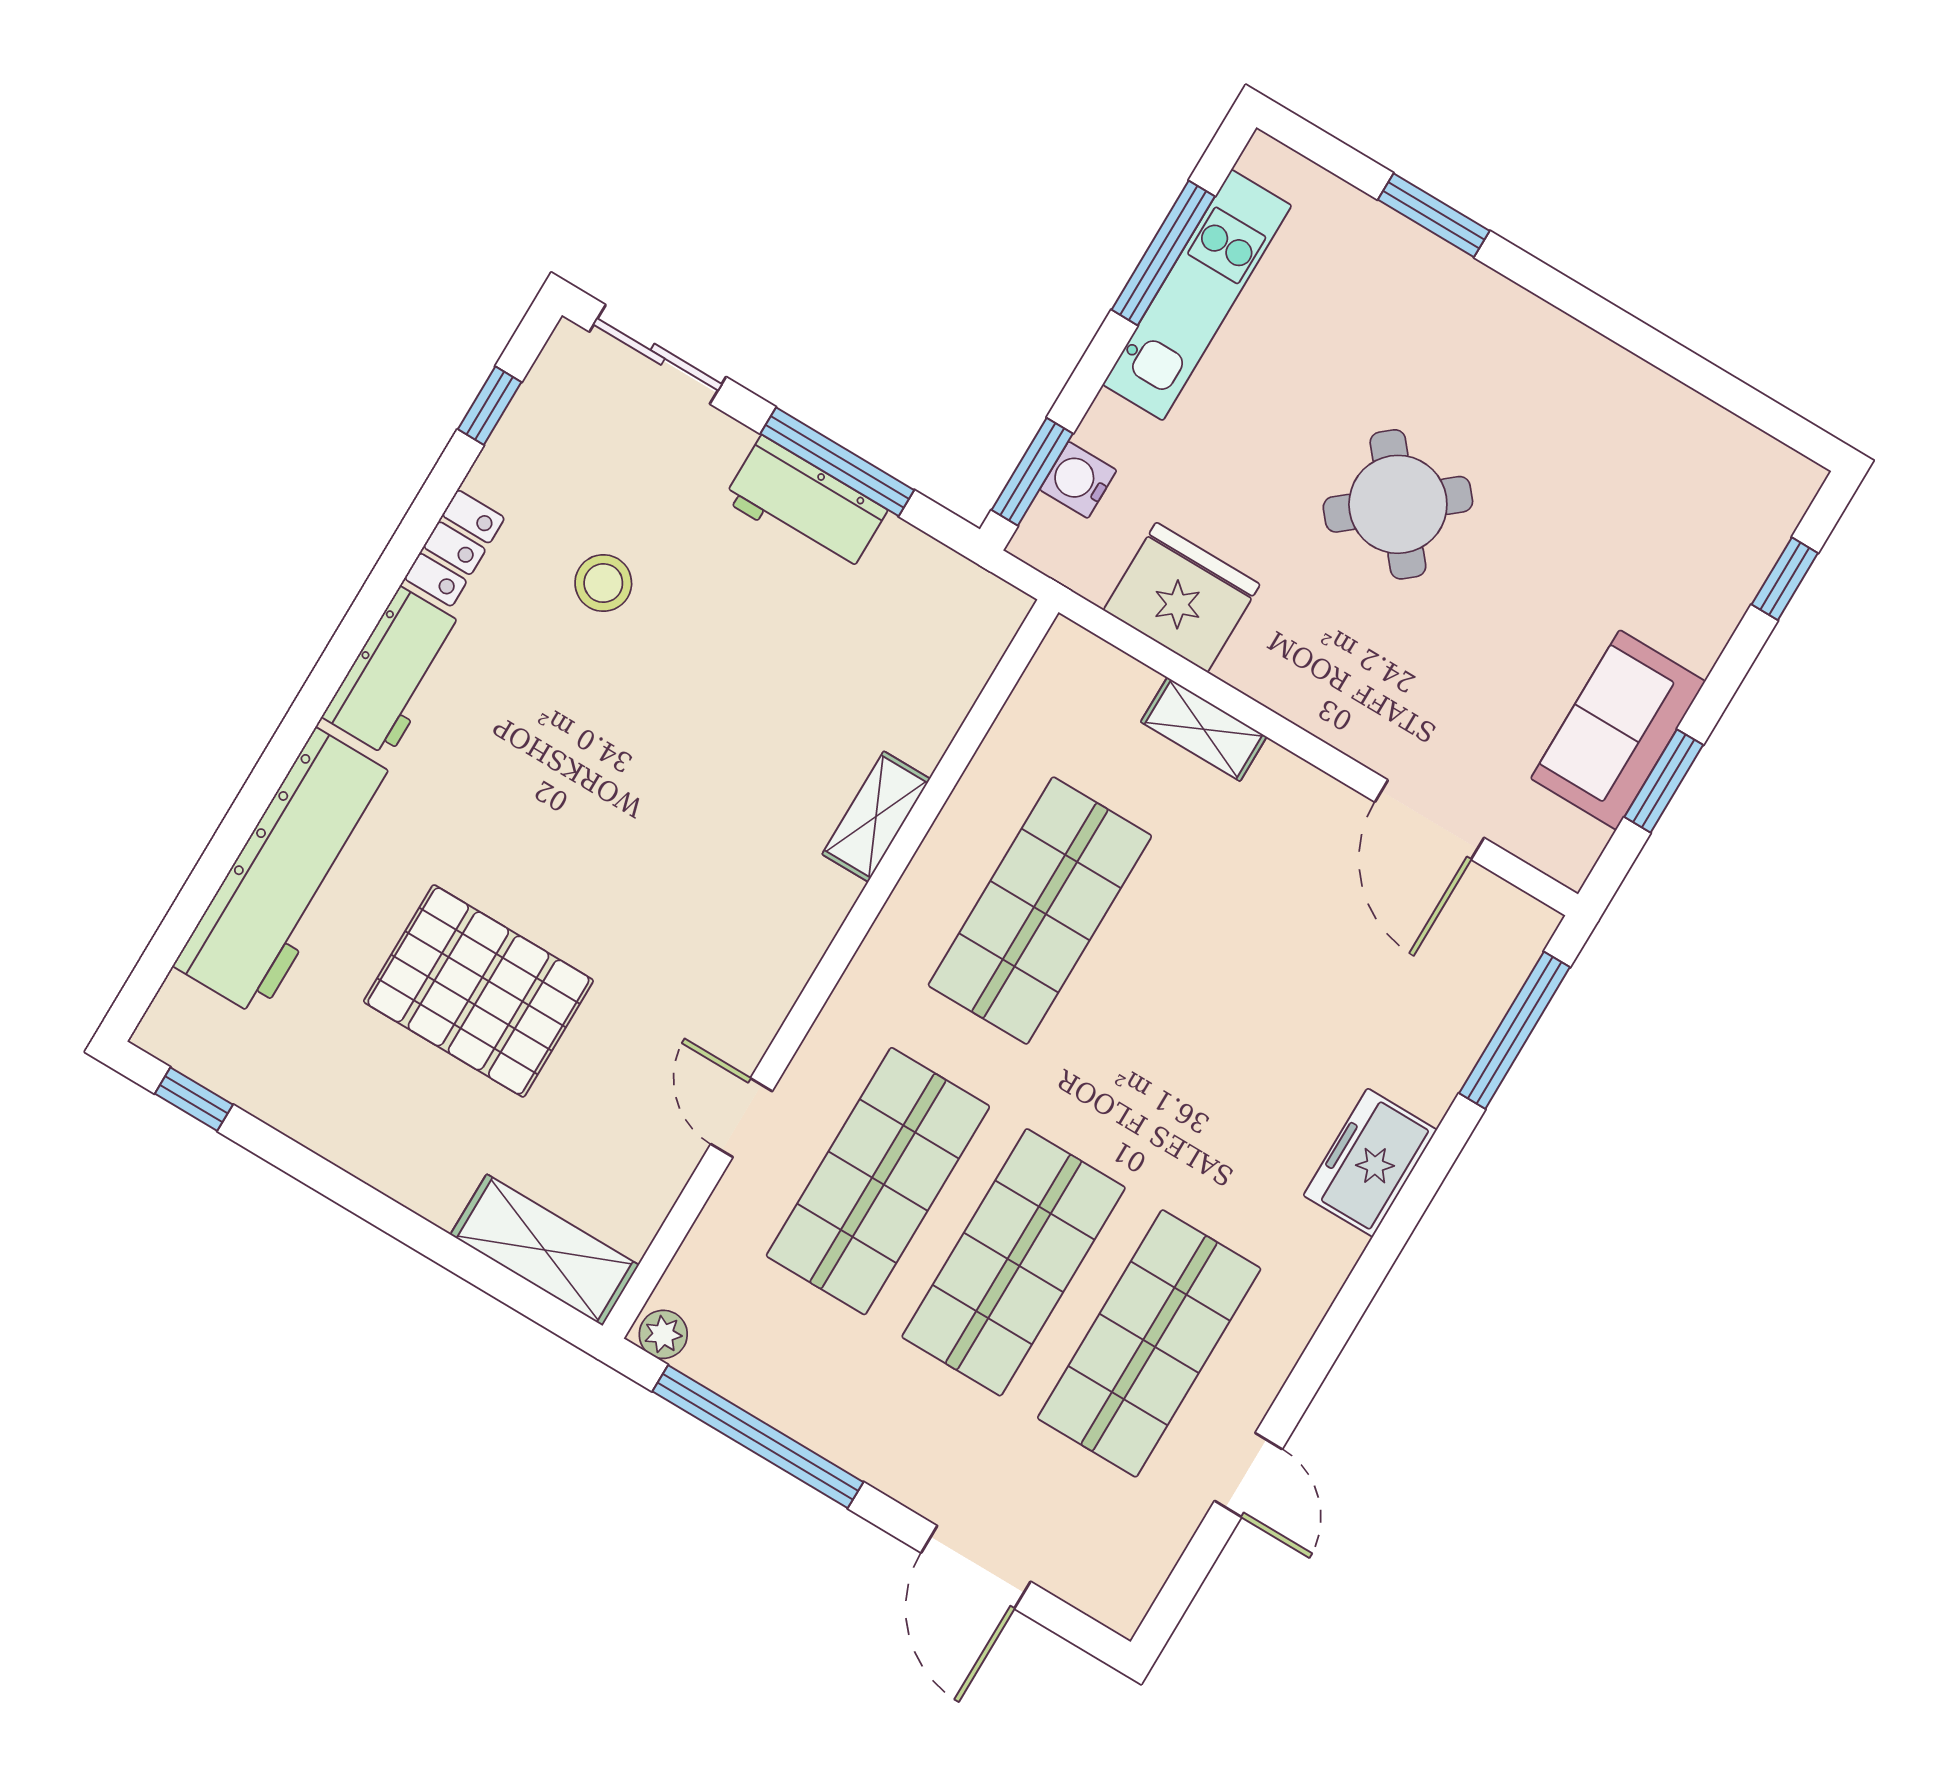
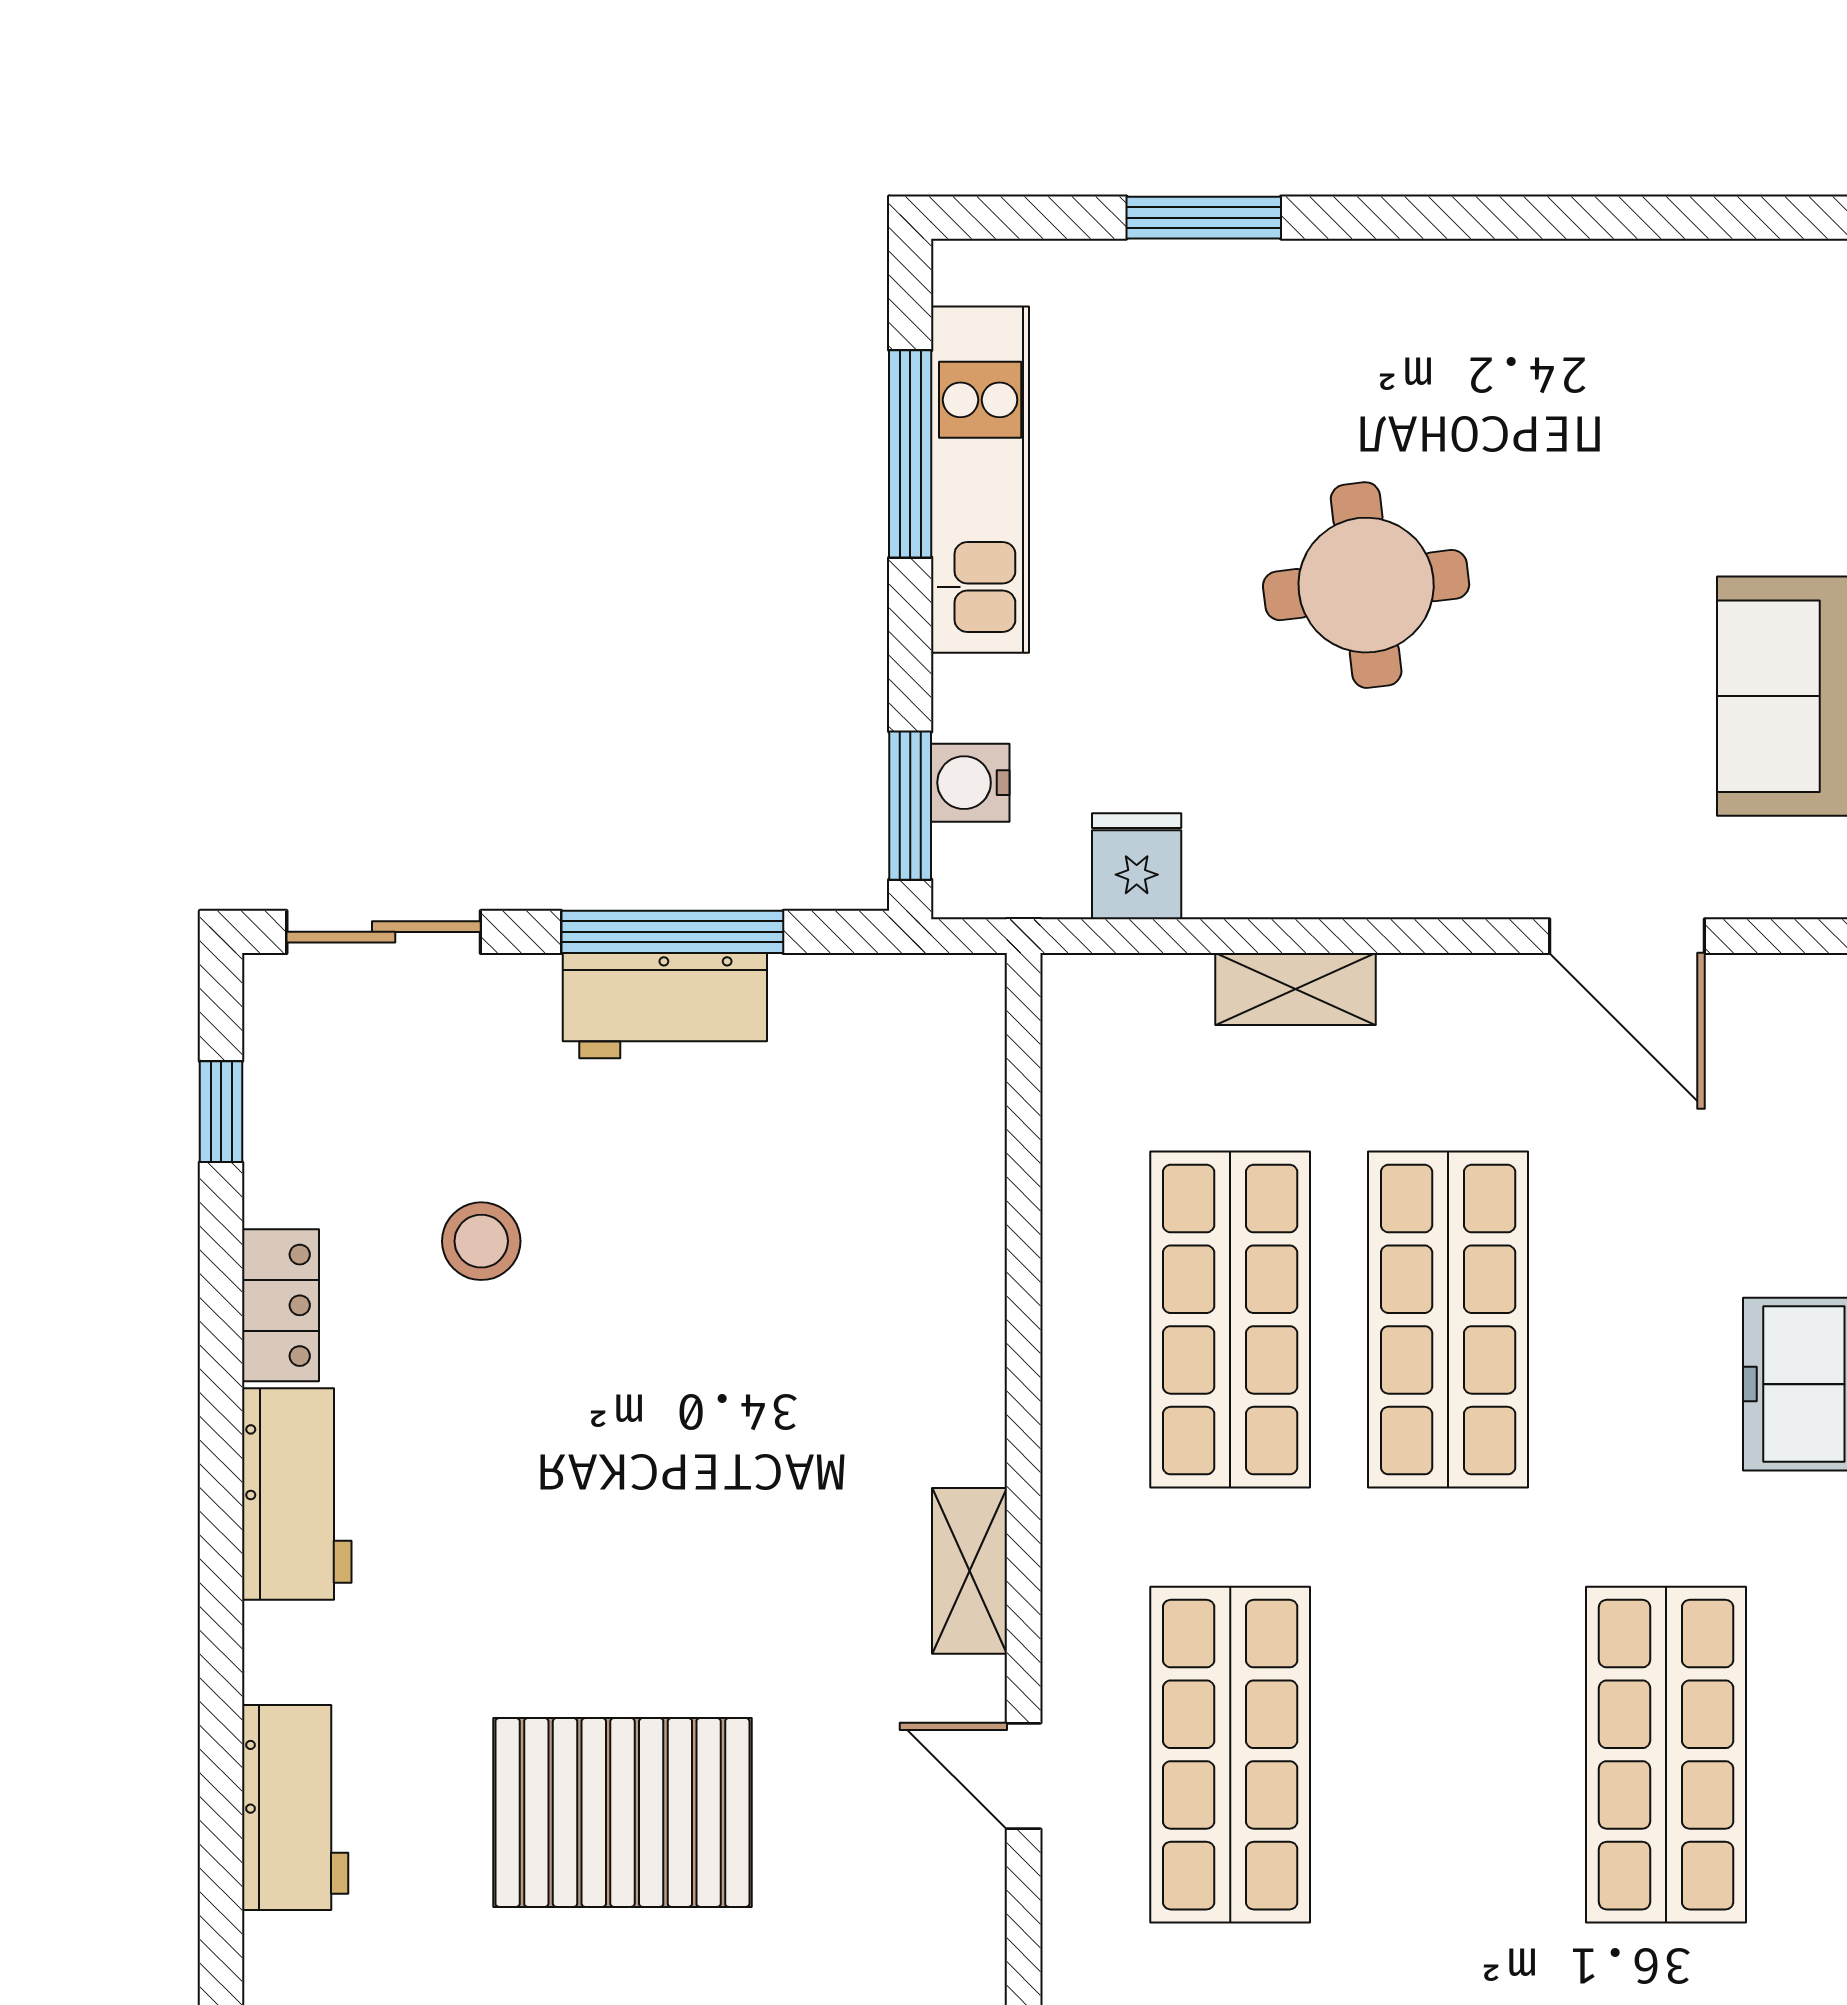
round table: (1398, 504) -> (1366, 585), turned 33
fridge: (1182, 597) -> (1137, 866), width x0.53, depth x0.75
shelving: (876, 816) -> (969, 1571), moved
workbench: (287, 872) -> (295, 1808), width x0.53, depth x0.76
shop shelf: (1014, 1262) -> (1448, 1320), moved

